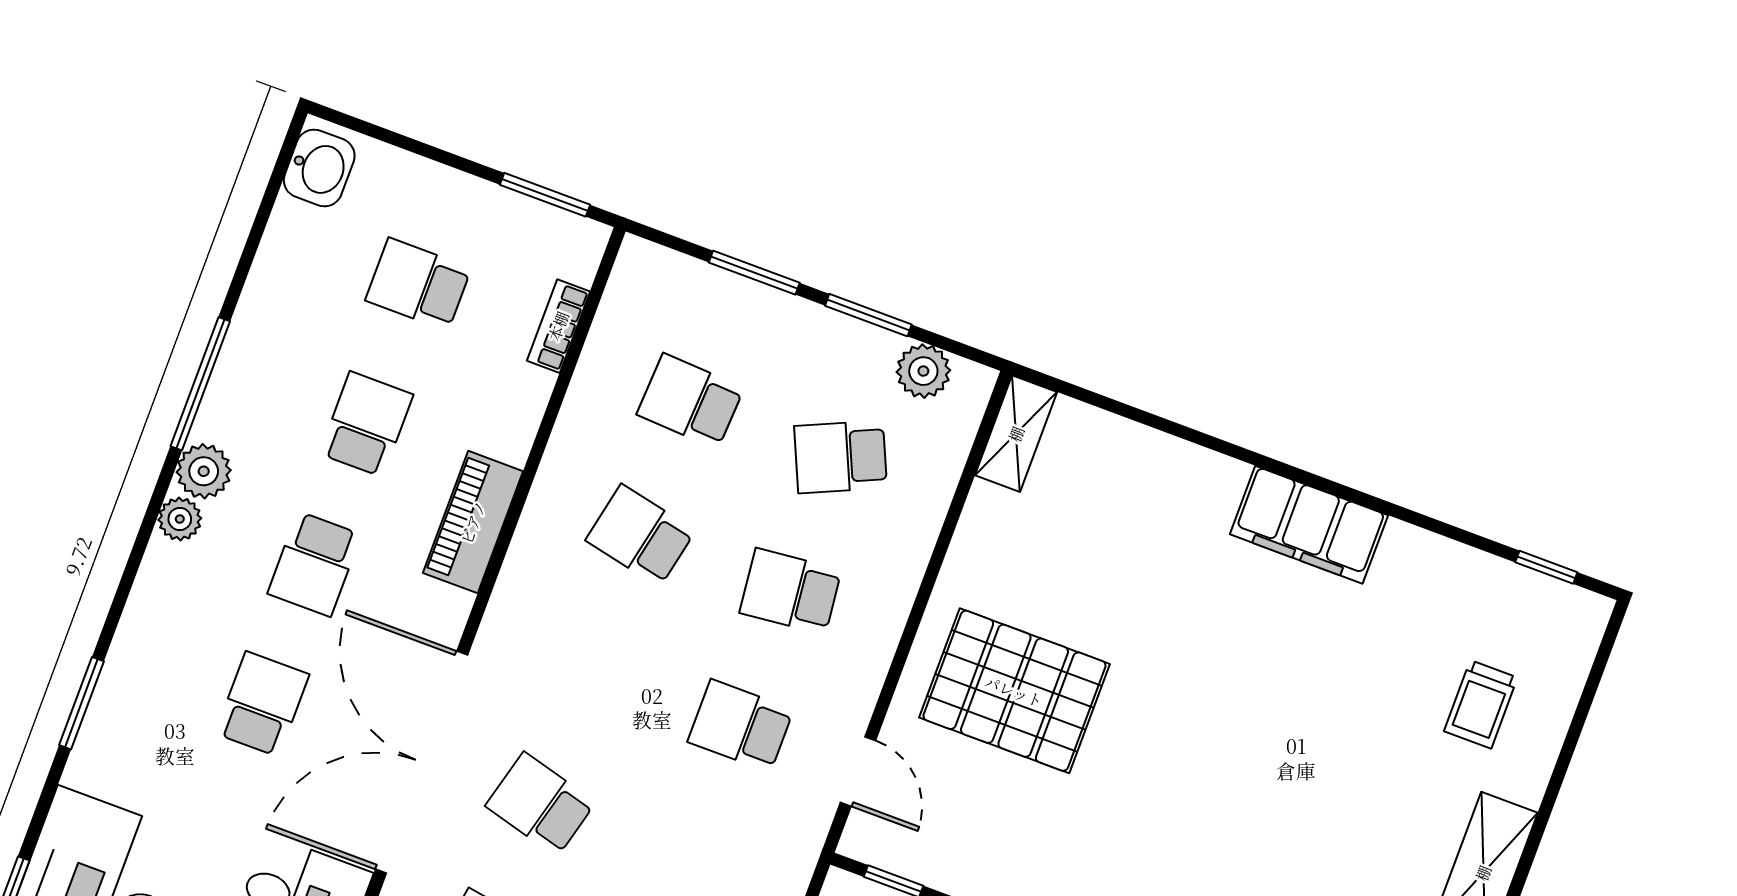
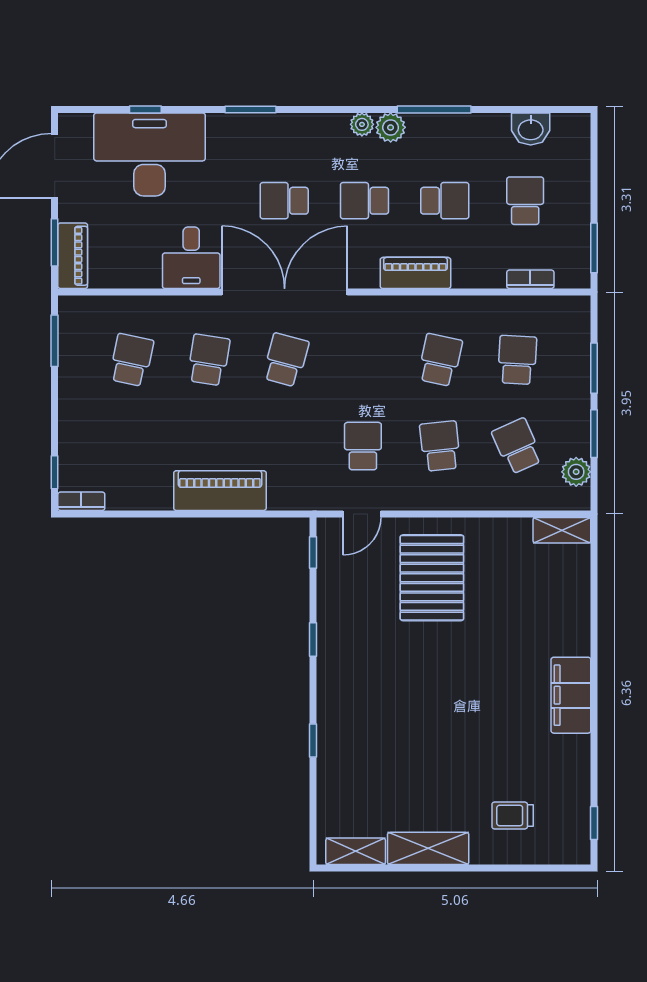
washbasin: (319, 168) -> (531, 129), moved
school desk: (262, 704) -> (284, 201), turned 180

